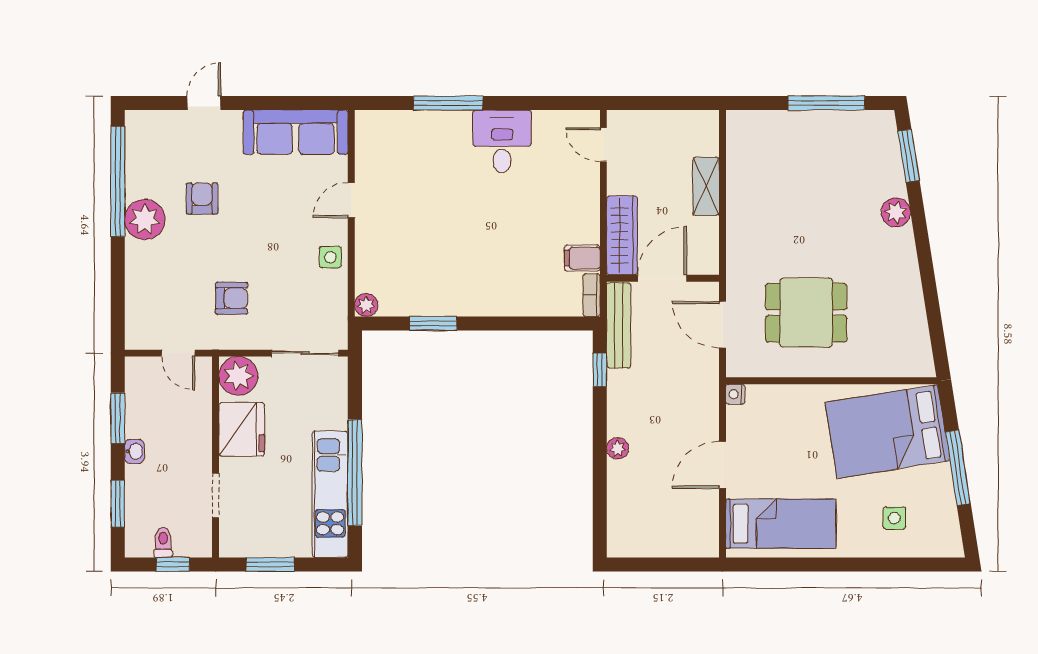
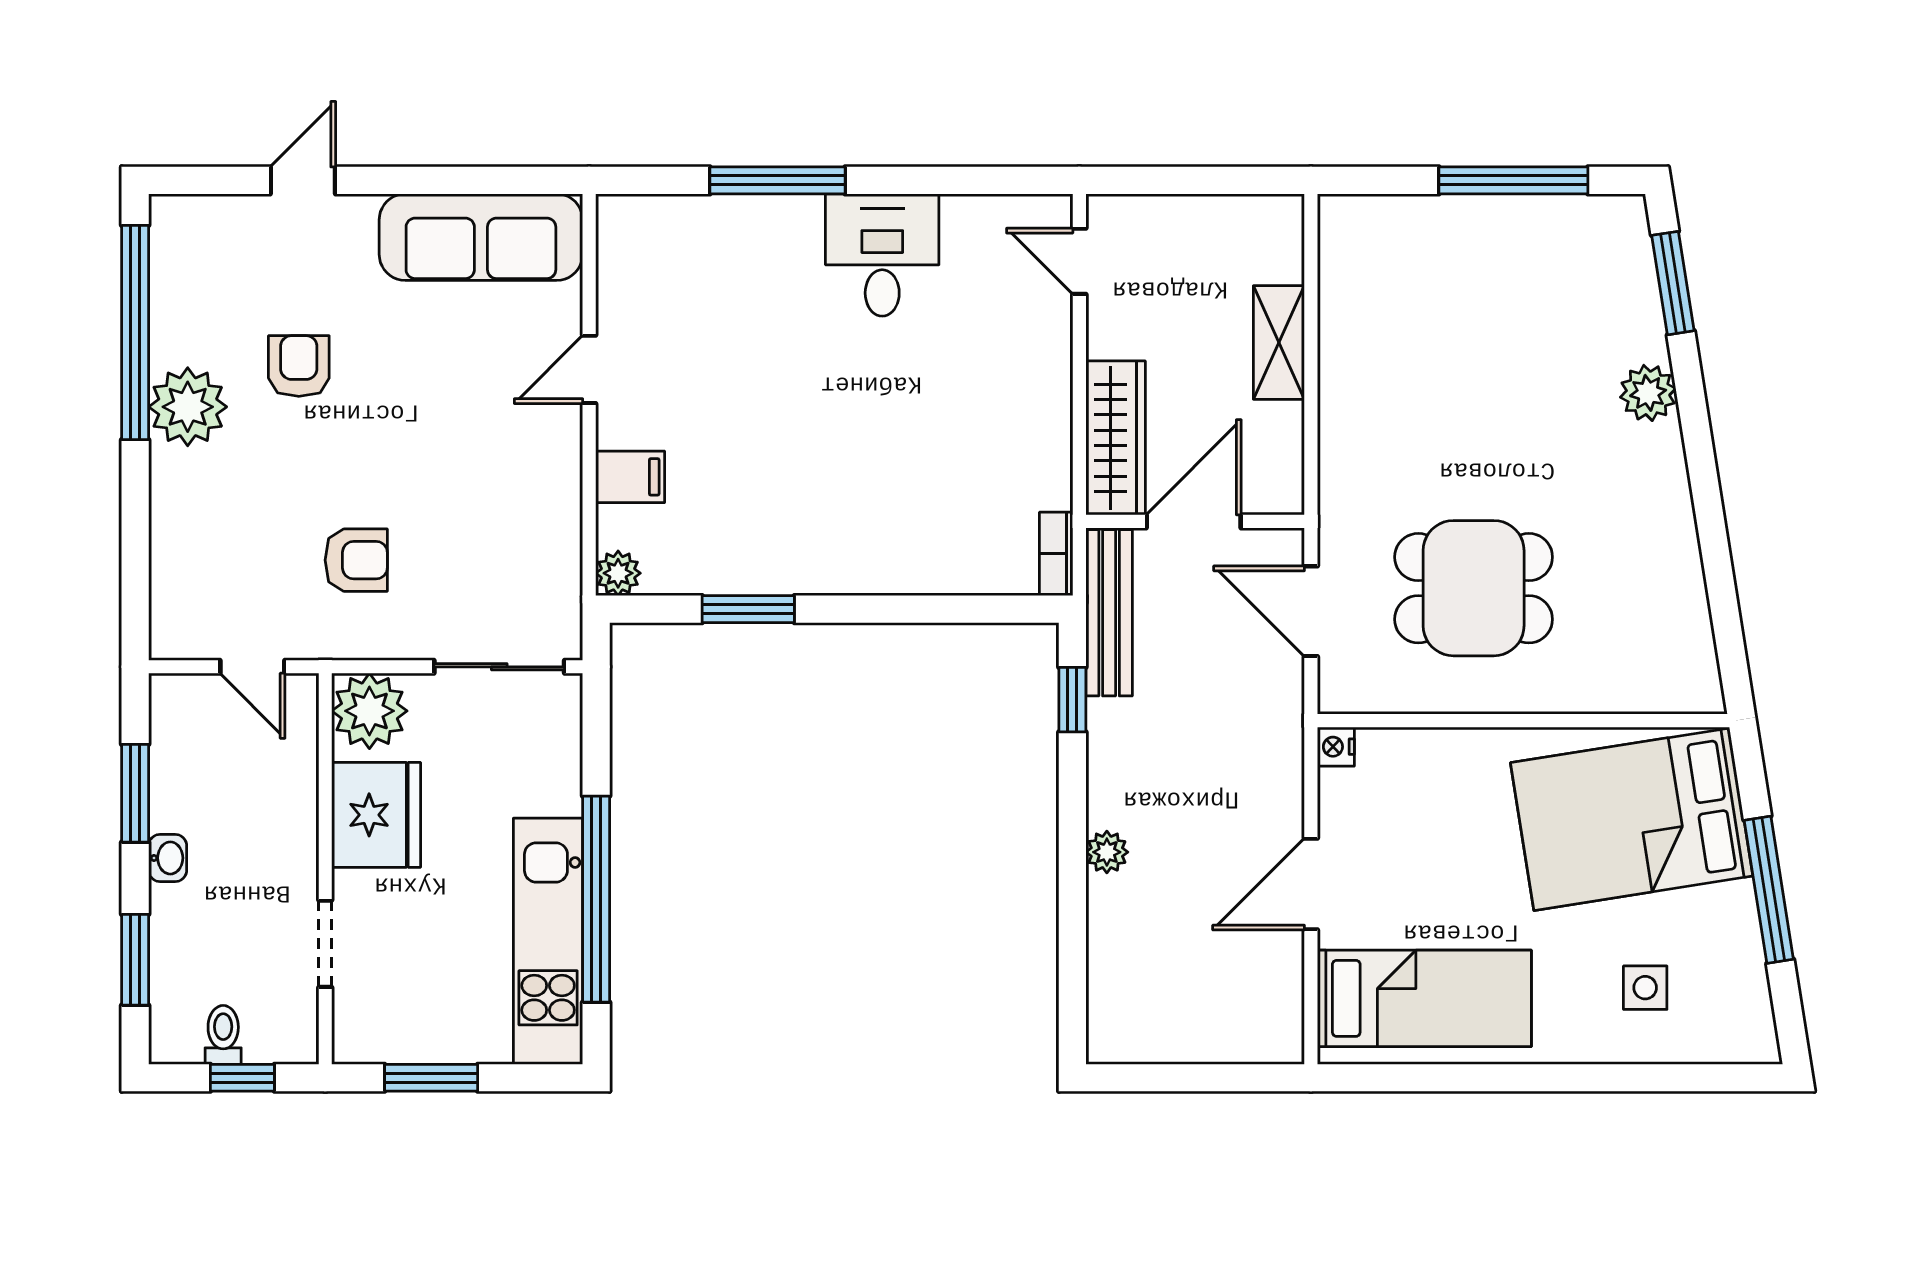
side table: (330, 257) -> (548, 480), removed
filing cabinet: (582, 258) -> (630, 477), moved, turned 180

